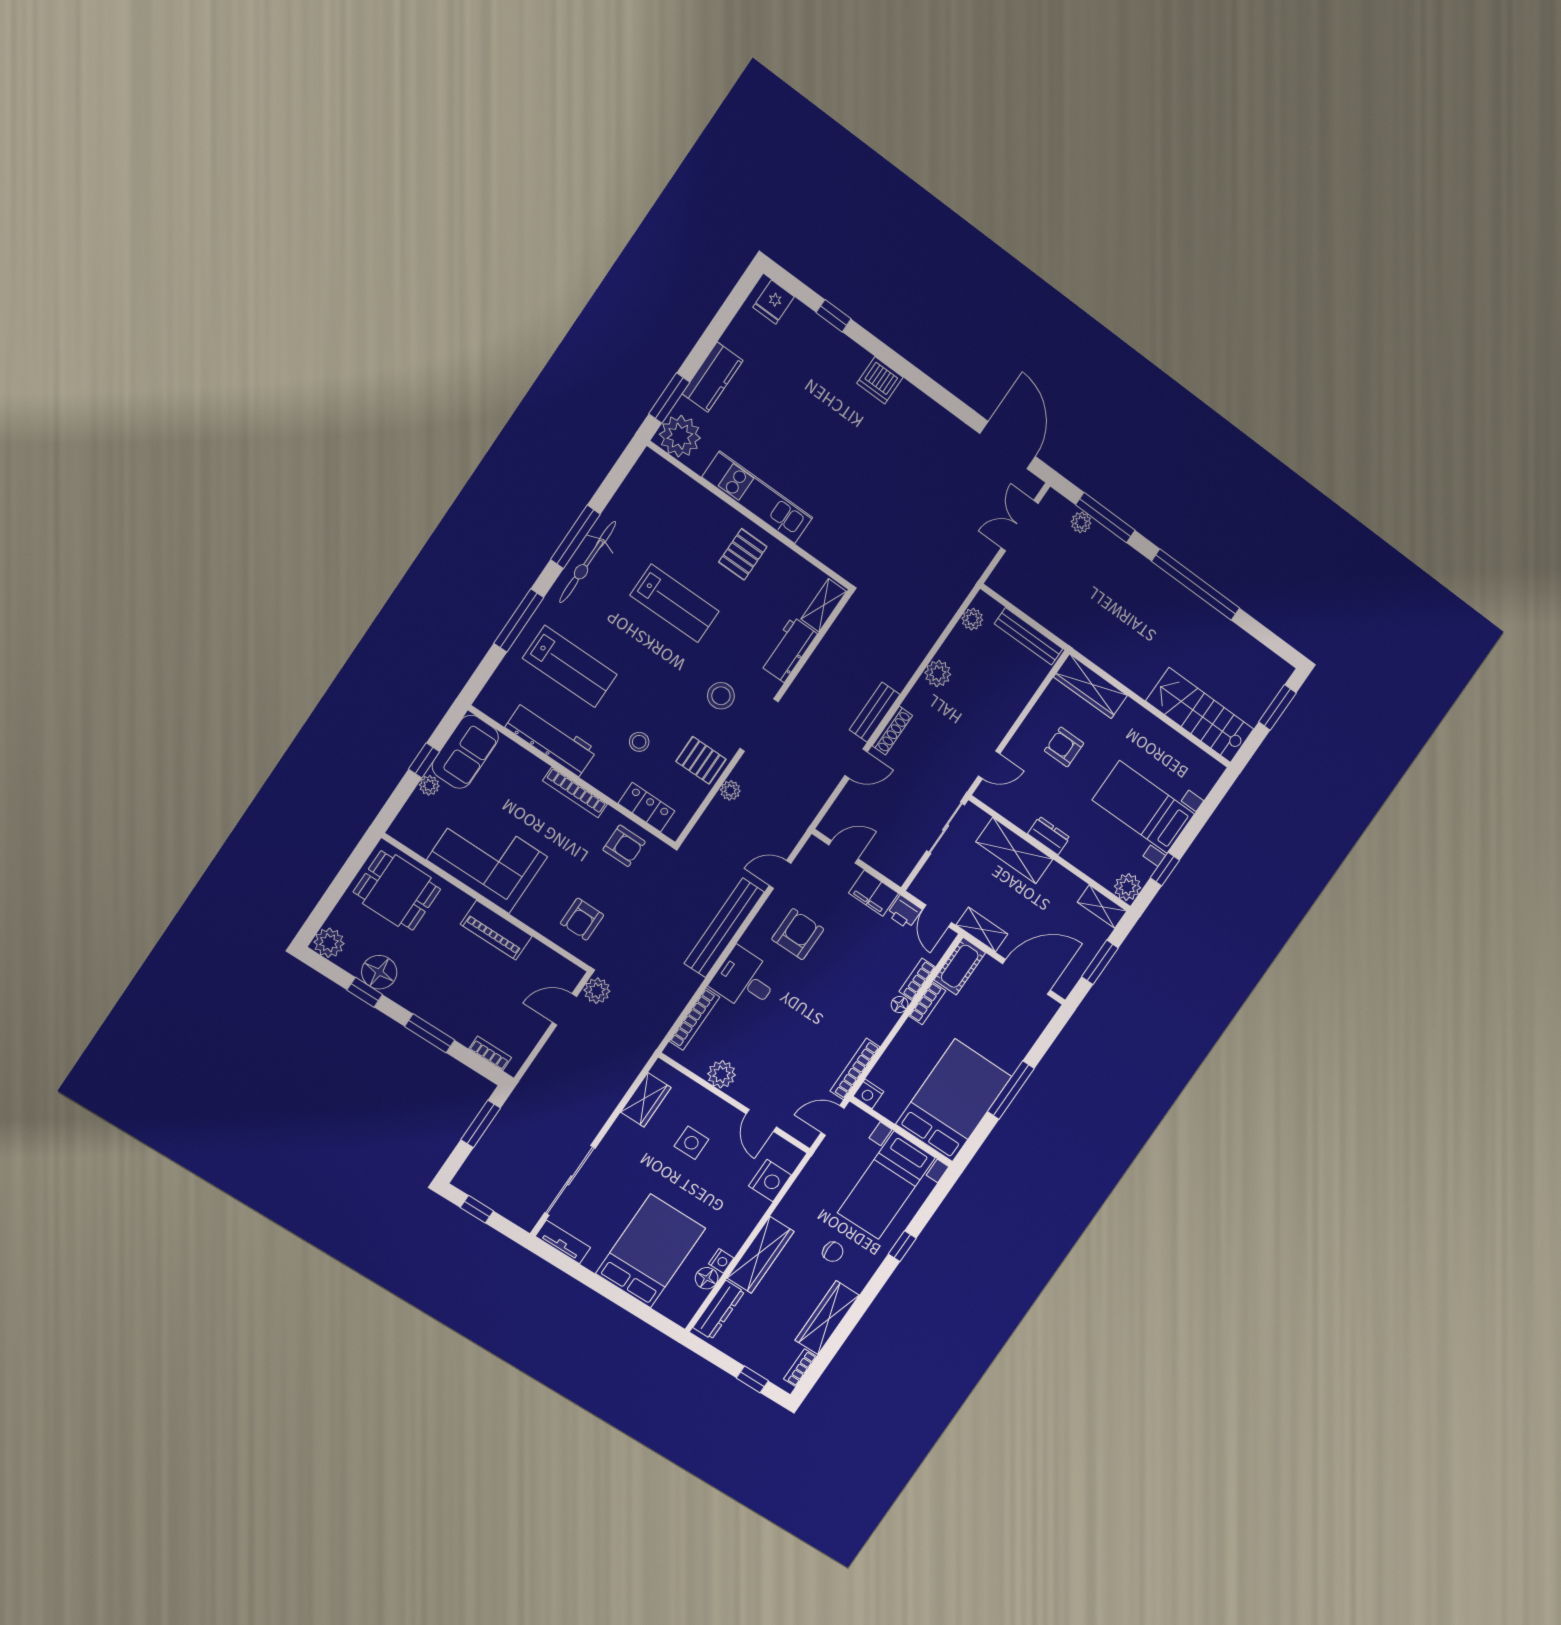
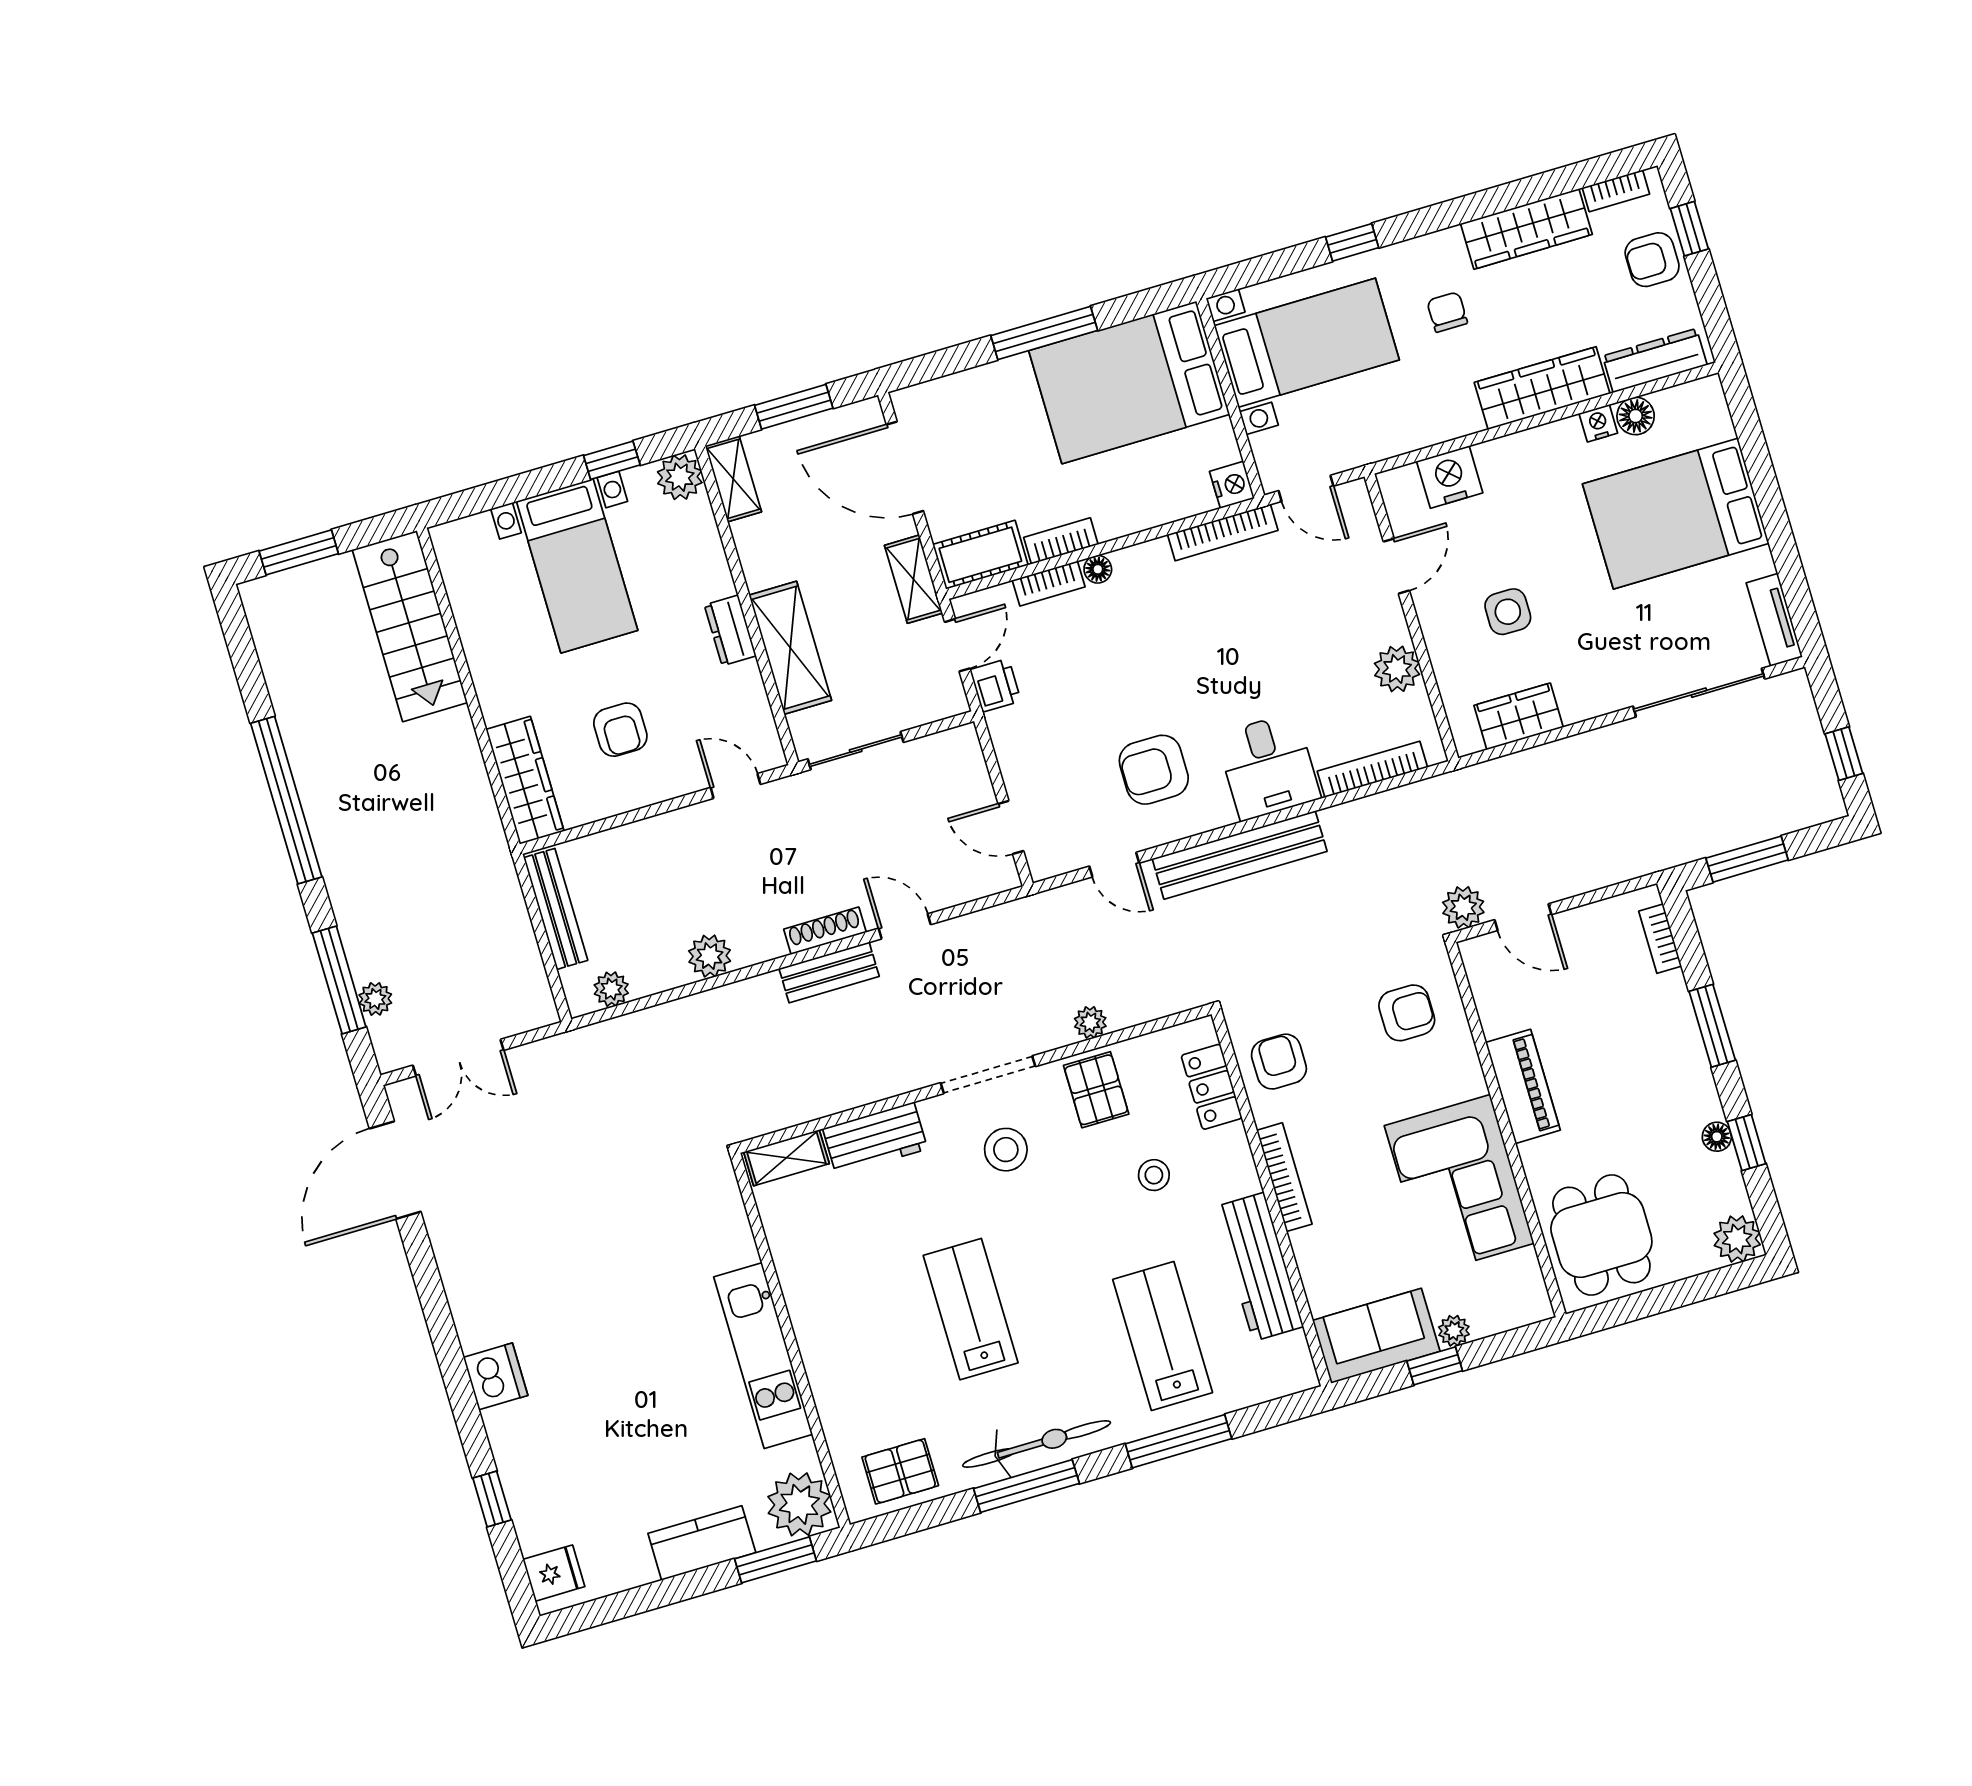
pallet: (743, 554) -> (900, 1471), moved
filing cabinet: (874, 893) -> (1015, 742), removed
floor lamp: (379, 972) -> (1717, 1137), width x0.53, depth x0.53
armchair: (758, 1352) -> (1652, 260), added

